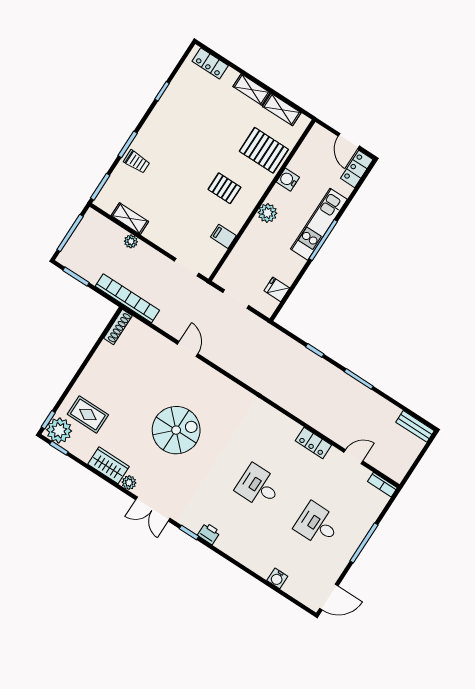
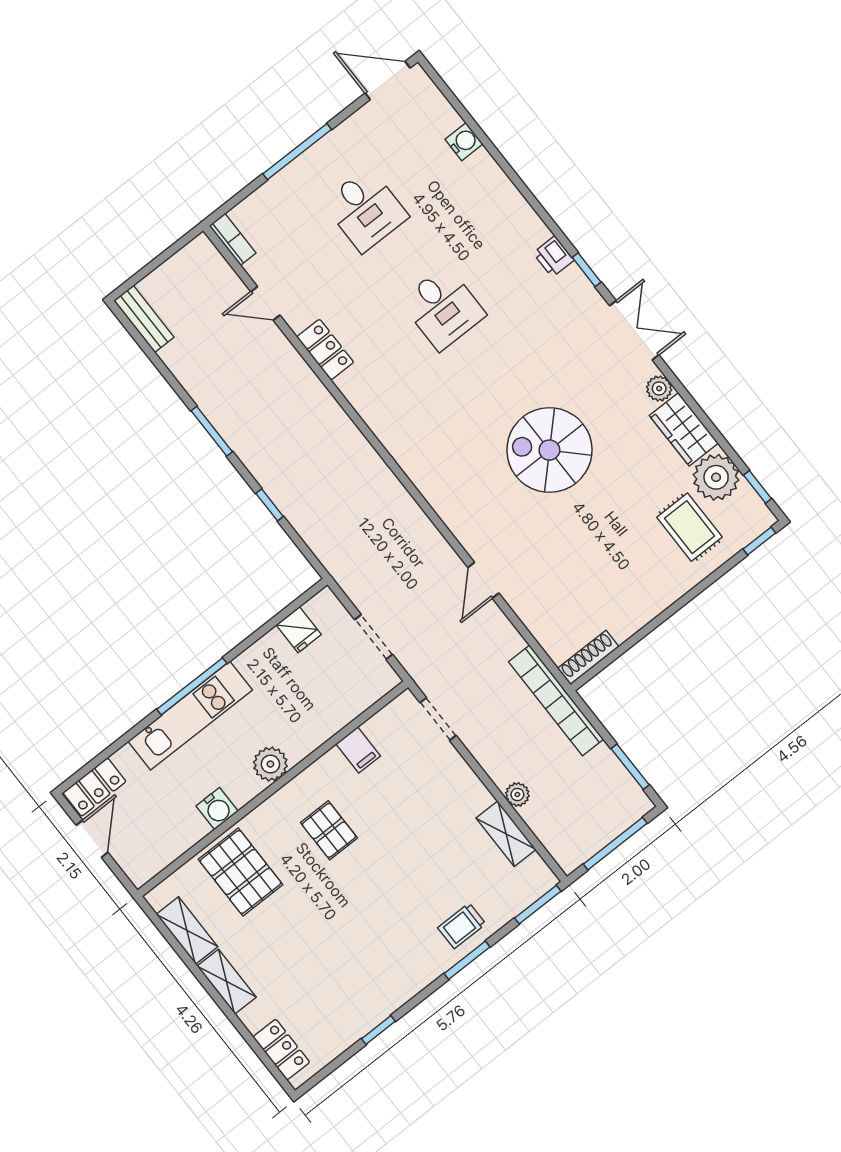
trolley: (137, 162) -> (462, 926), turned -90
plant: (59, 430) -> (716, 477), moved

